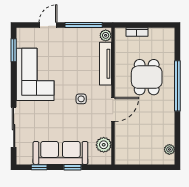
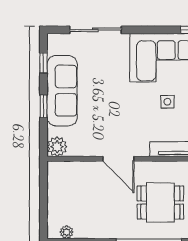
side table: (81, 99) -> (167, 102), moved
plant: (104, 145) -> (57, 147), moved

